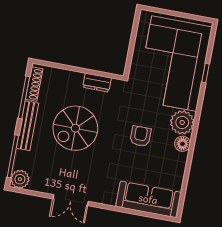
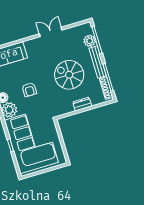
dresser: (97, 83) -> (82, 104), moved
spiral stairs: (75, 128) -> (69, 75), turned -90
plant: (20, 179) -> (90, 41), moved

